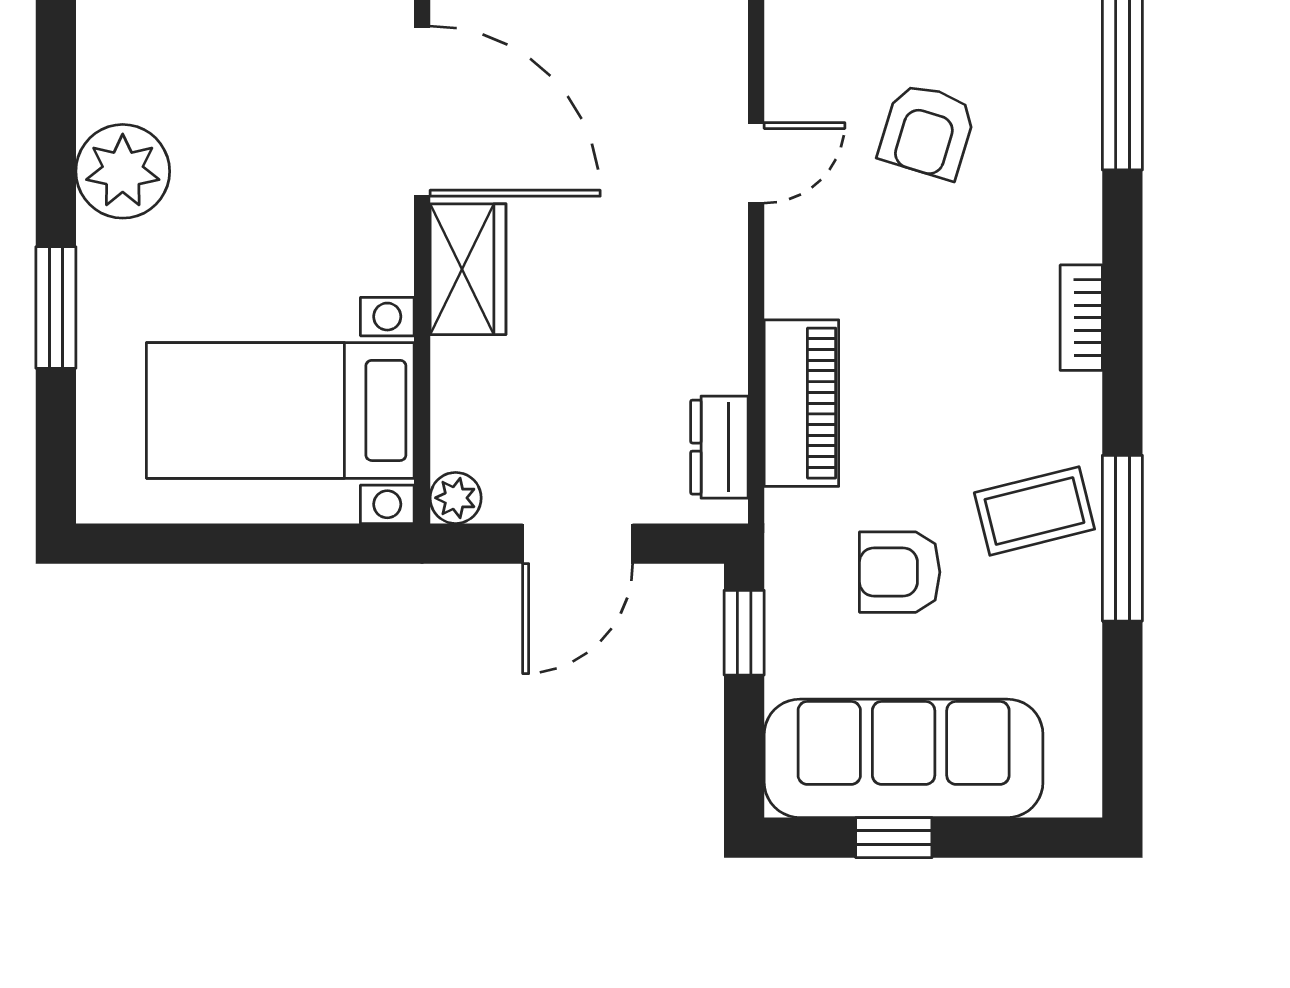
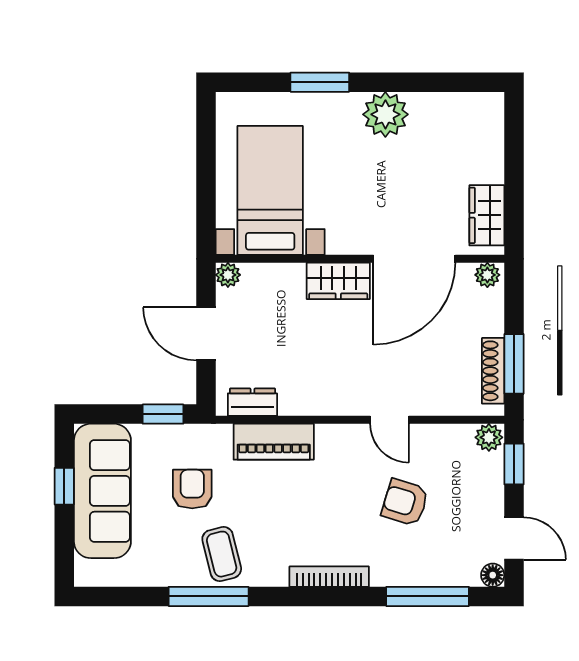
bookcase: (1081, 318) -> (329, 577), width x1.56

